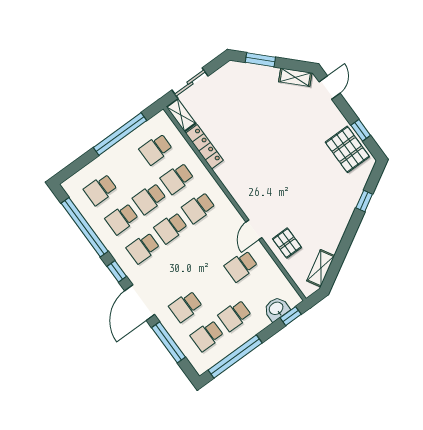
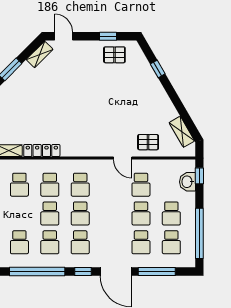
pallet: (347, 149) -> (114, 55), width x0.67, depth x0.71
school desk: (213, 286) -> (141, 213), added

